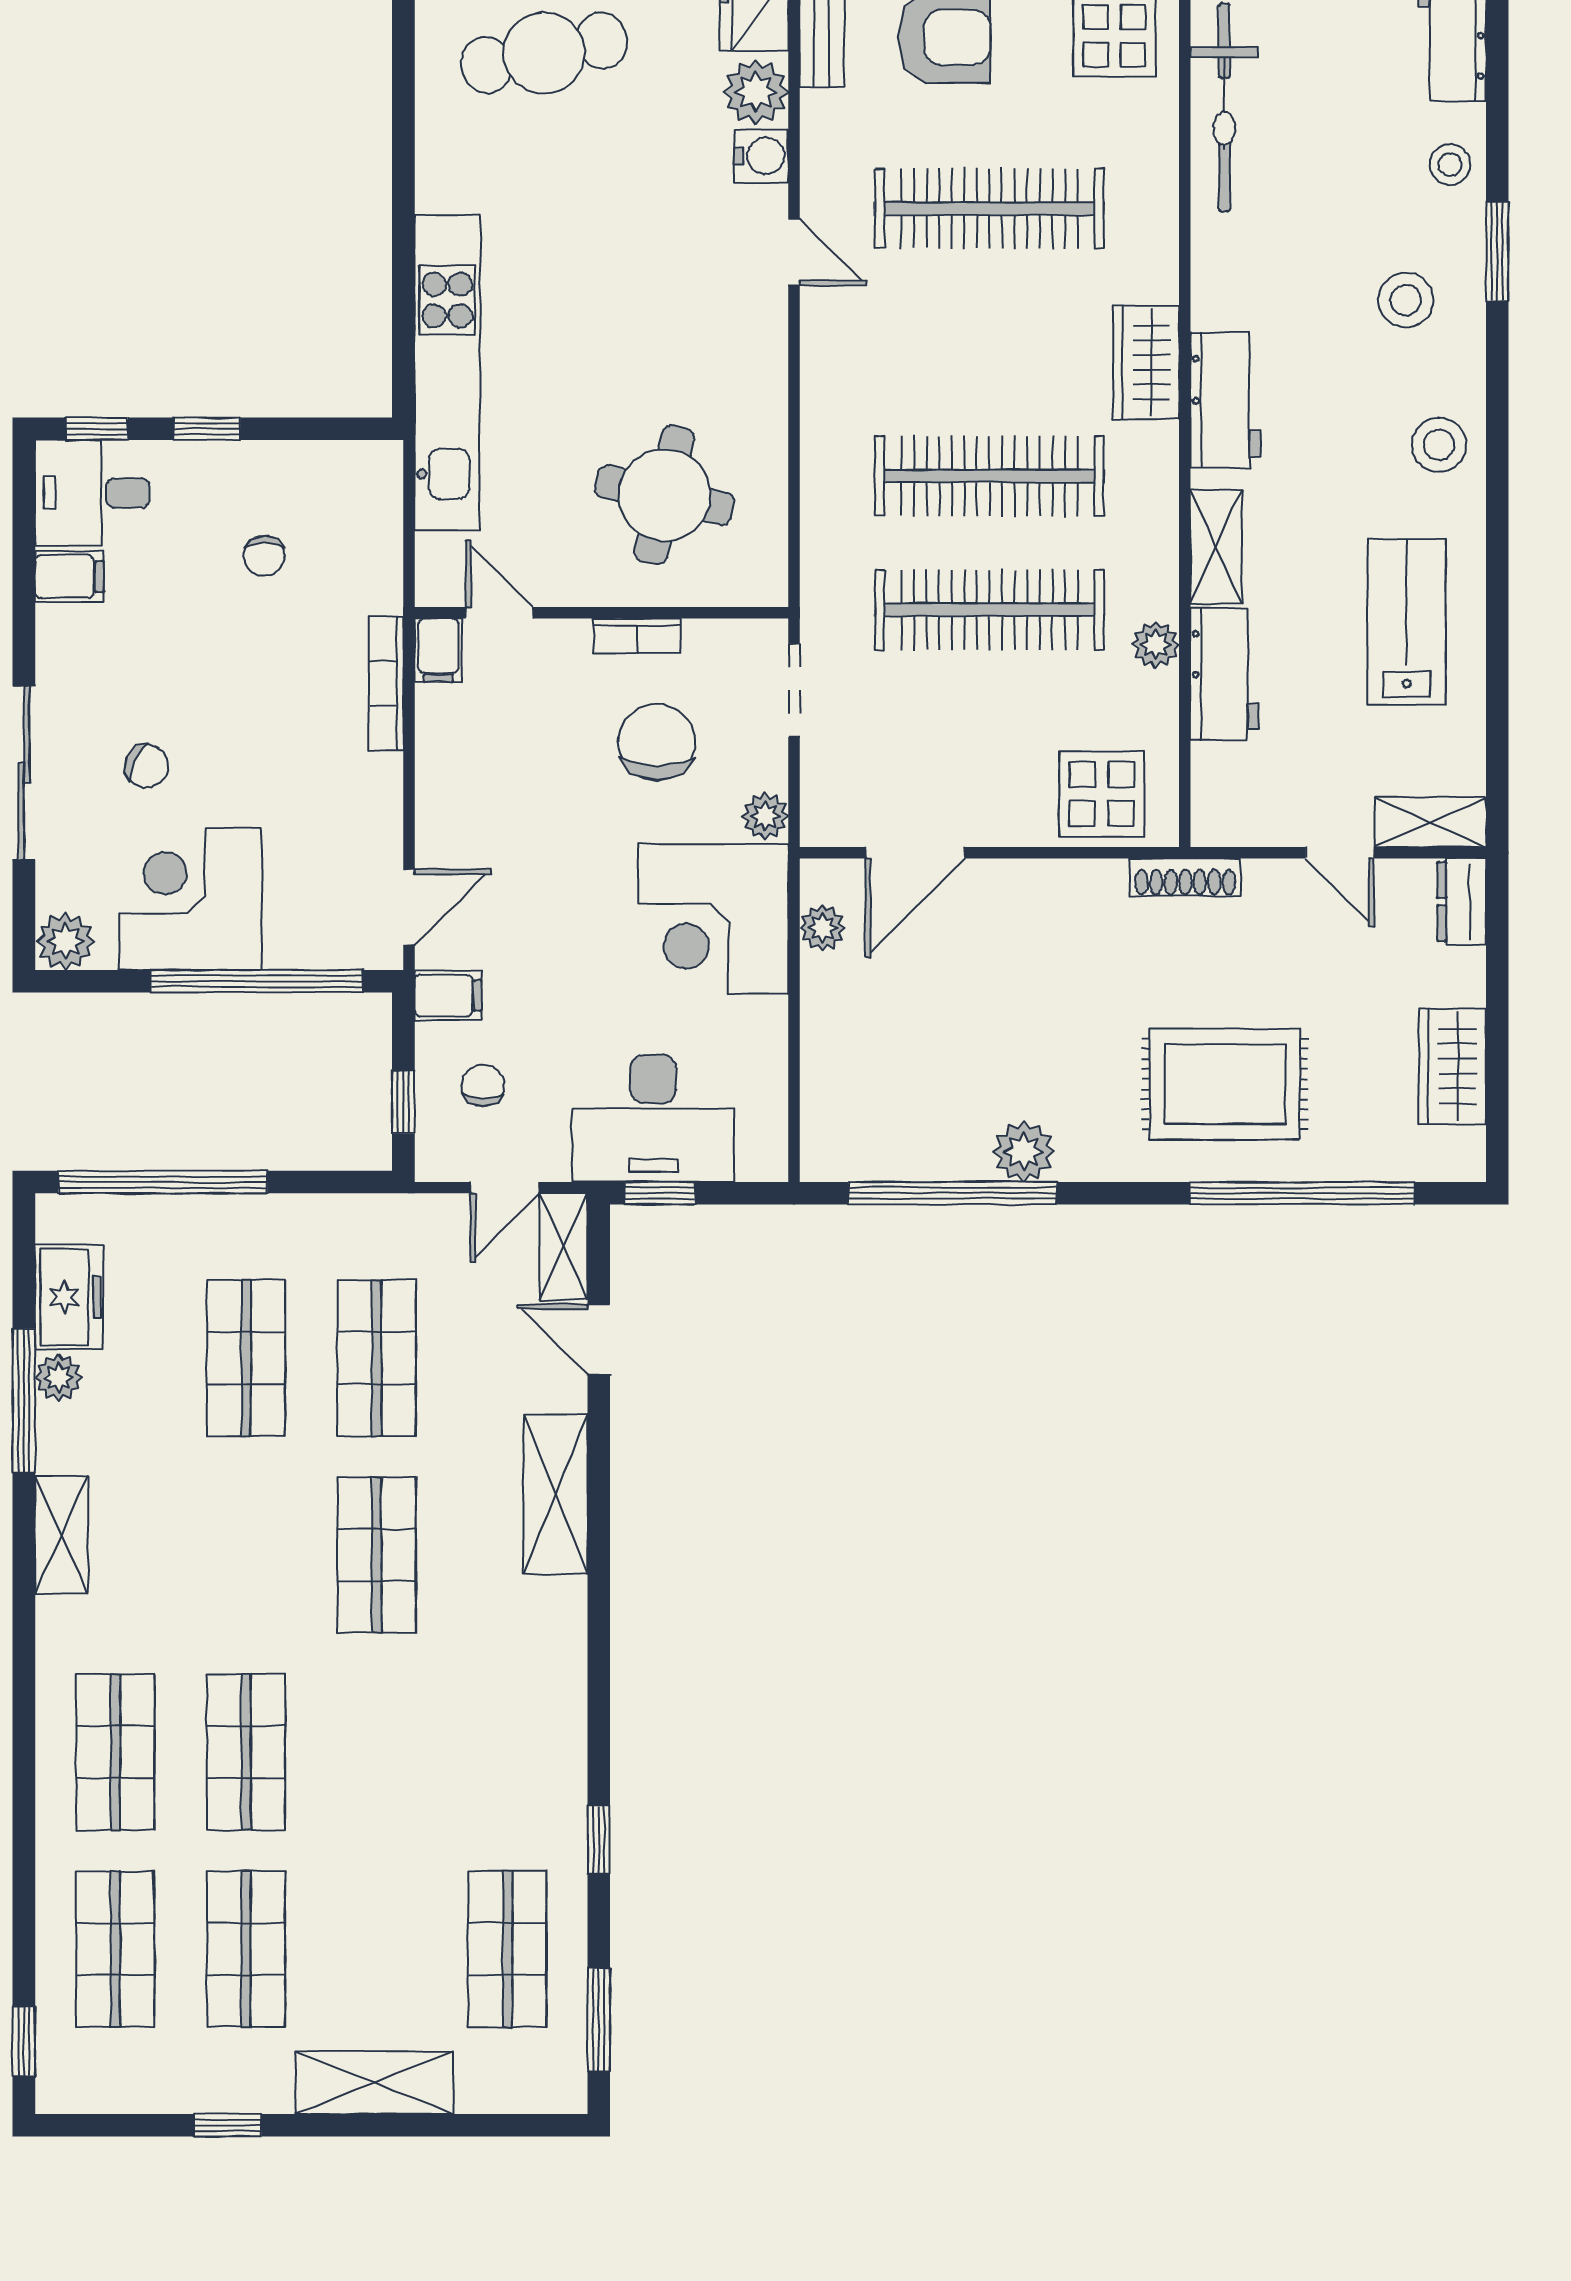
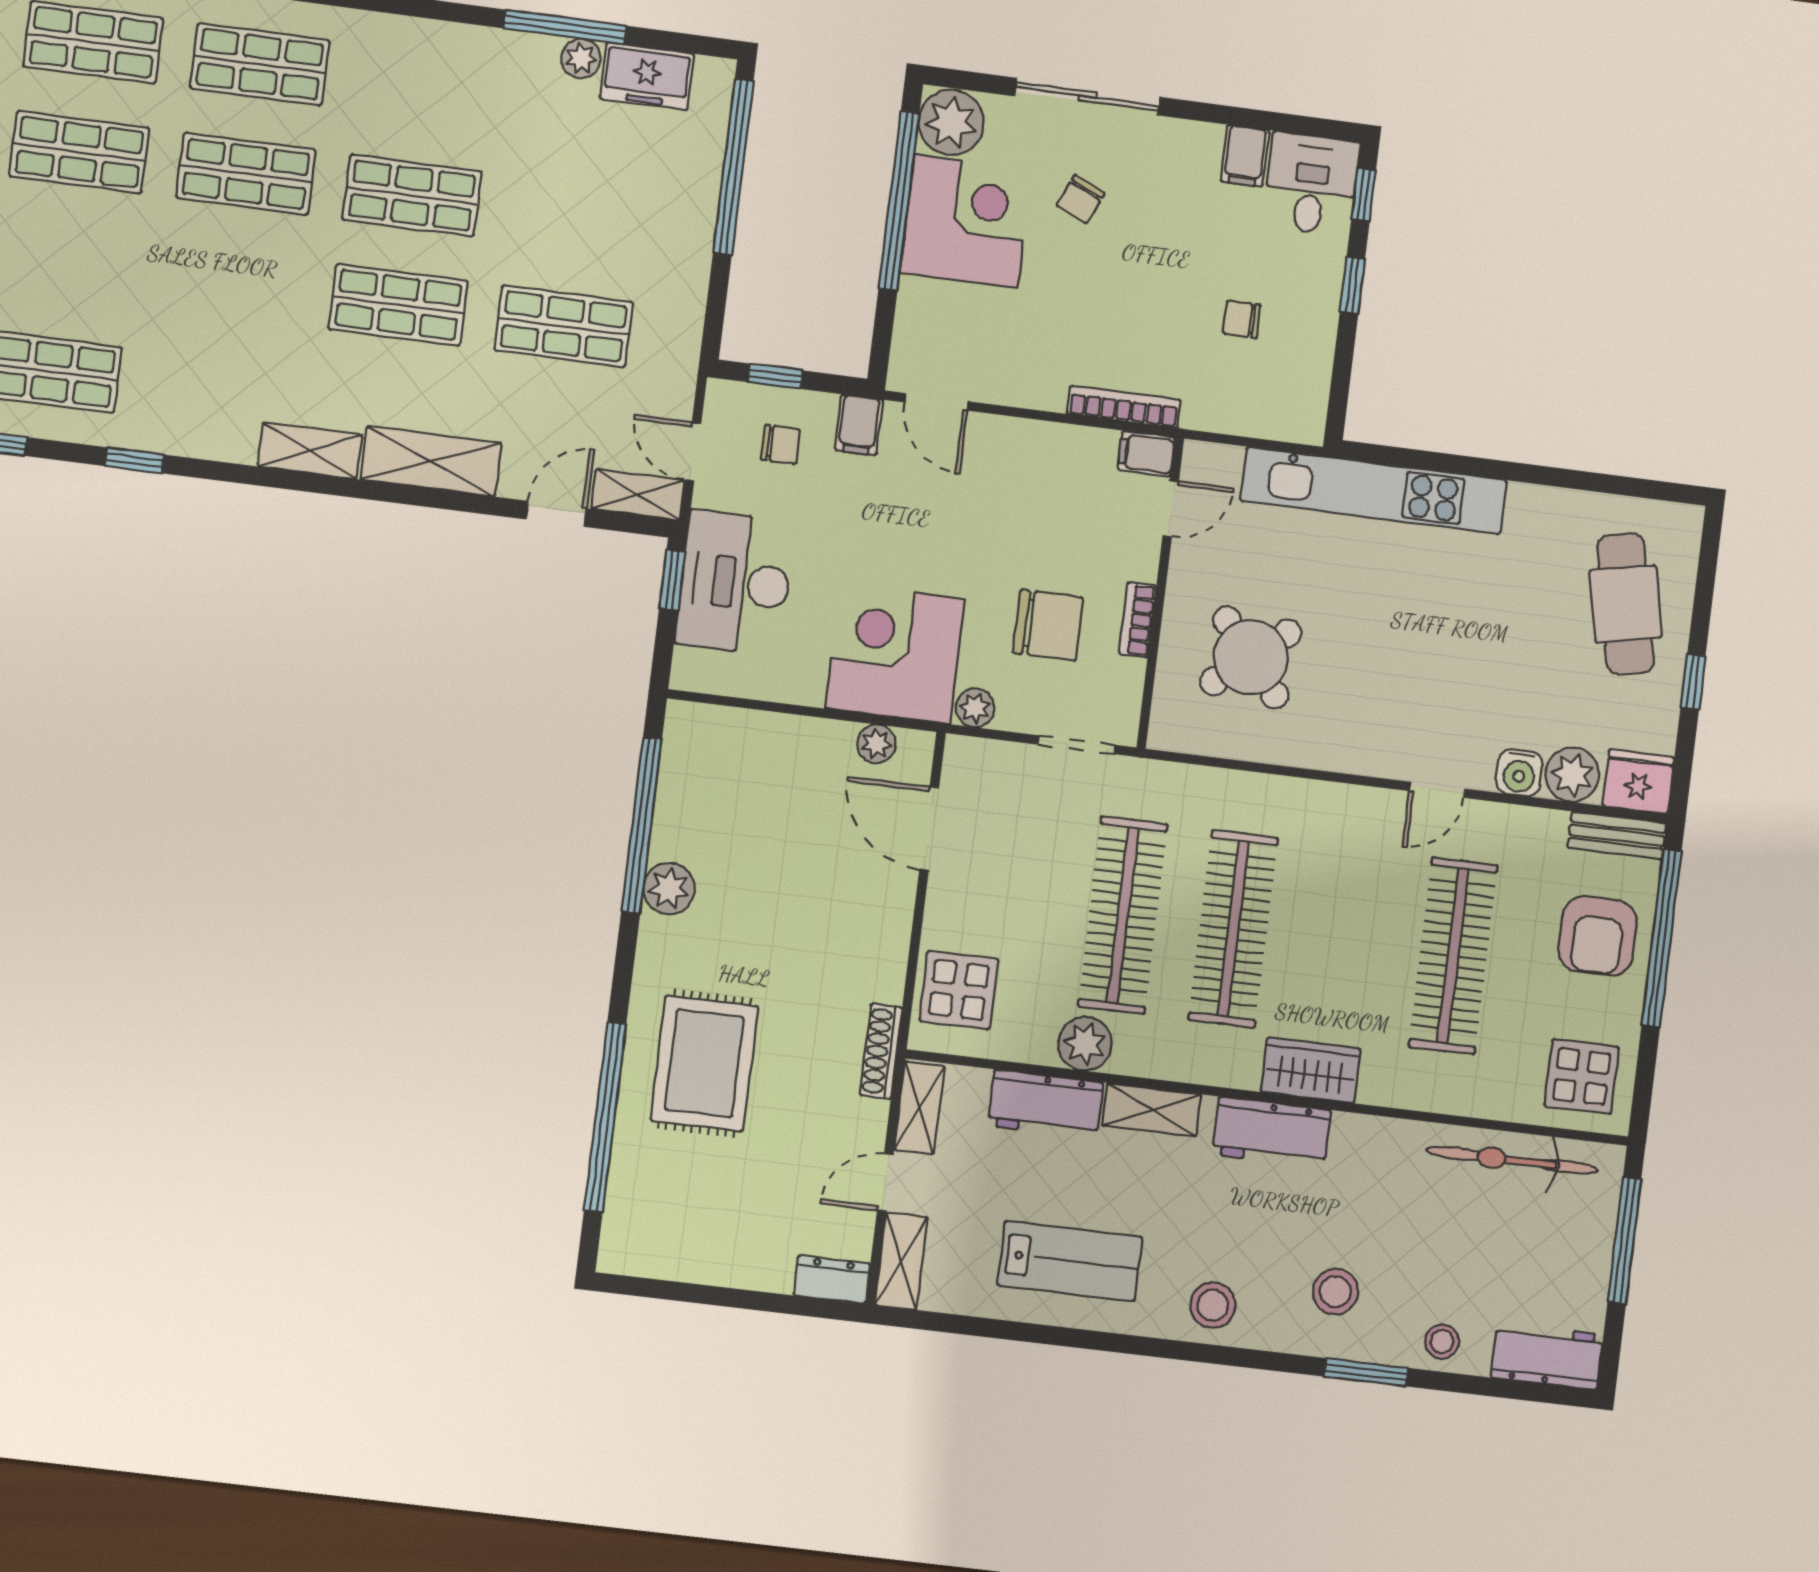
round table: (664, 495) -> (1251, 657), turned 37
plant: (1156, 645) -> (1085, 1044), width x1.38, depth x1.38
shelving: (1247, 823) -> (919, 1108), added
plant: (66, 941) -> (951, 122), width x1.36, depth x1.36
window: (257, 981) -> (899, 201), moved
wardrobe: (1452, 1066) -> (696, 1255), removed
shop shelf: (246, 1358) -> (412, 196), moved
shelving: (61, 1535) -> (310, 451), moved

